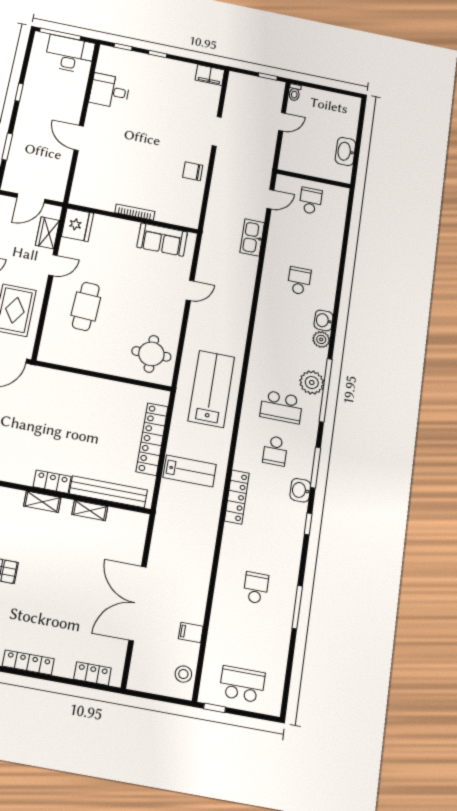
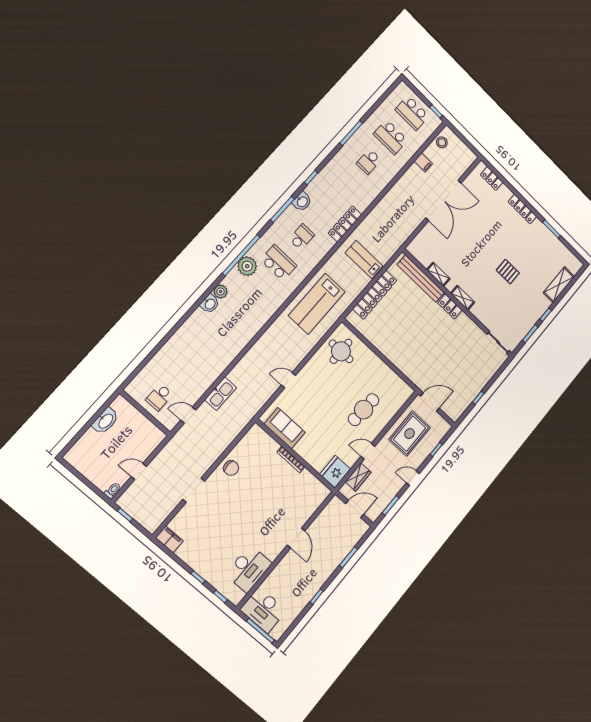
desk: (110, 91) -> (249, 569), width x1.37
school desk: (299, 281) -> (391, 137), moved, width x1.85

